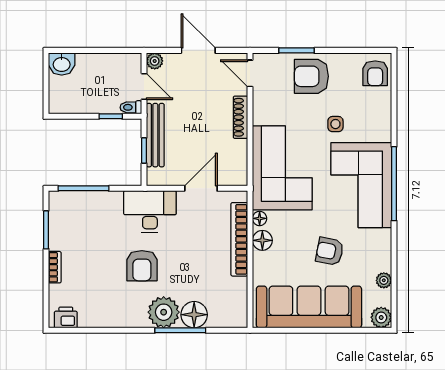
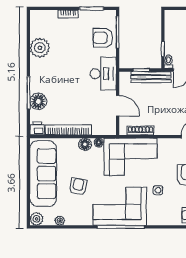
shoe rack: (240, 117) -> (140, 131), moved
bookcase: (239, 239) -> (68, 130), moved
armchair: (142, 266) -> (103, 38), moved
plant: (164, 312) -> (40, 48), moved
printer: (66, 317) -> (37, 128), moved, turned -90

